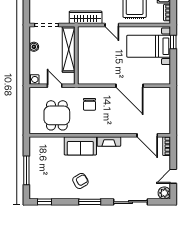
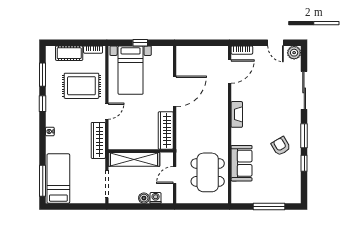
window: (173, 42) -> (140, 43), moved
boiler: (34, 47) -> (144, 198), moved
wardrobe: (95, 78) -> (166, 130), added
washing machine: (34, 79) -> (156, 198), moved
chair: (90, 104) -> (195, 136), removed
dining table: (57, 115) -> (208, 172), width x1.37
sofa: (80, 146) -> (242, 163), moved
window: (44, 202) -> (304, 163), moved

